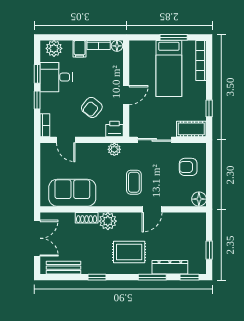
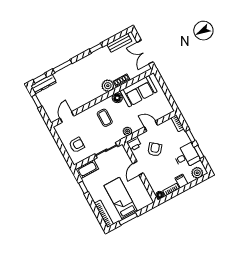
door: (66, 140) -> (151, 126), moved
floor lamp: (199, 199) -> (117, 98), moved
door: (152, 209) -> (67, 117), moved
rug: (129, 252) -> (85, 74), removed
dresser: (170, 267) -> (44, 84), moved

